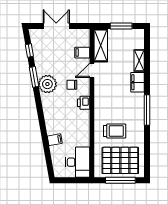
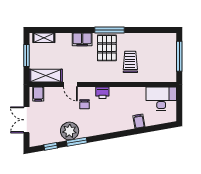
filing cabinet: (82, 53) -> (38, 94), moved
shelving: (139, 61) -> (44, 38), moved
plant: (47, 84) -> (70, 131), moved
pallet: (120, 160) -> (107, 48), moved, width x0.73, depth x0.71

